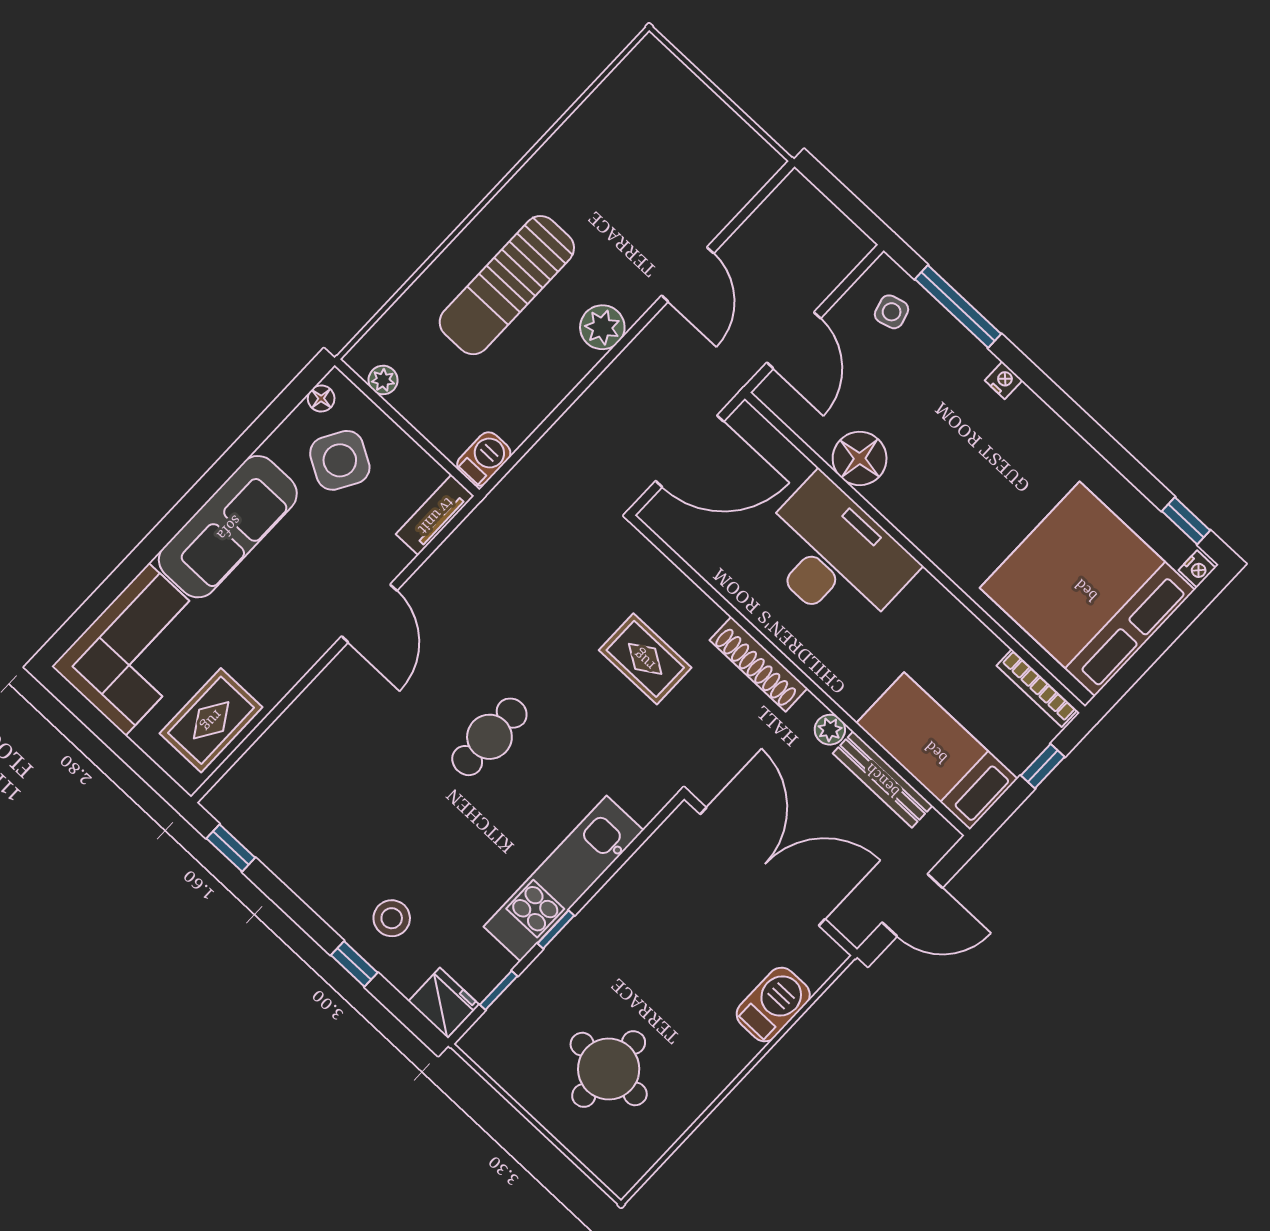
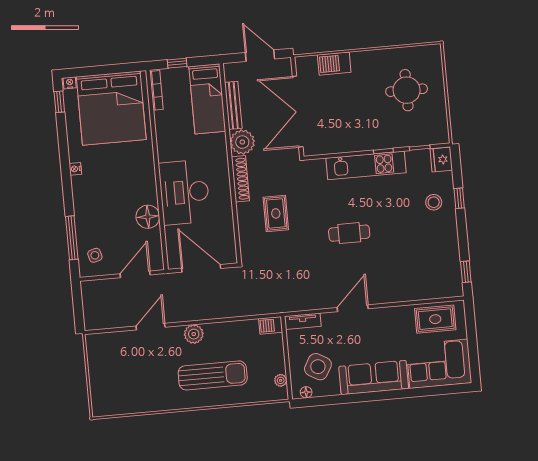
nightstand: (1004, 380) -> (75, 169), moved
plant: (830, 730) -> (242, 142), width x1.88, depth x1.88

